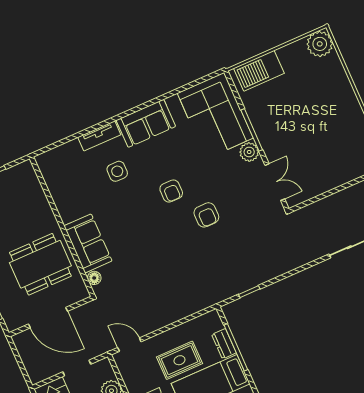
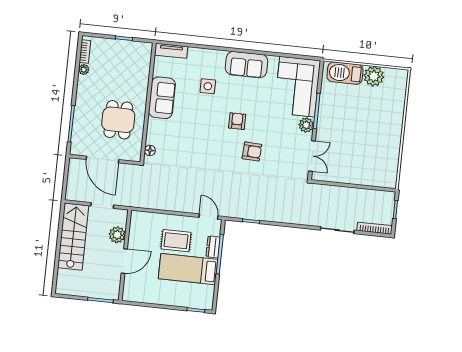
plant: (320, 44) -> (374, 76), moved
tv unit: (99, 136) -> (171, 51), moved
armchair: (171, 191) -> (237, 121), turned 180
armchair: (206, 215) -> (252, 151), turned -87
sofa: (88, 243) -> (162, 98), moved
dining table: (40, 264) -> (118, 120), width x0.73
door: (129, 345) -> (208, 217), moved

